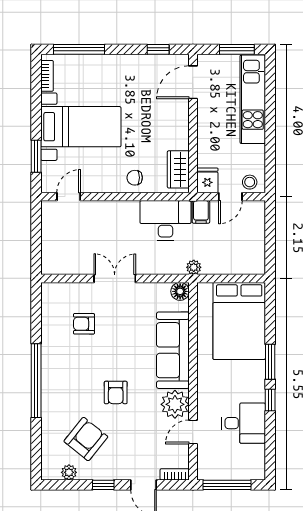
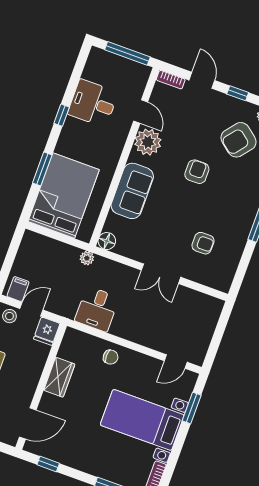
wardrobe: (178, 169) -> (59, 377), moved
filing cabinet: (201, 212) -> (18, 289), moved
desk: (165, 220) -> (97, 309), width x0.73
sofa: (173, 350) -> (132, 191), width x0.73
window: (270, 362) -> (42, 169), moved
door: (193, 432) -> (141, 112), hinge flipped

